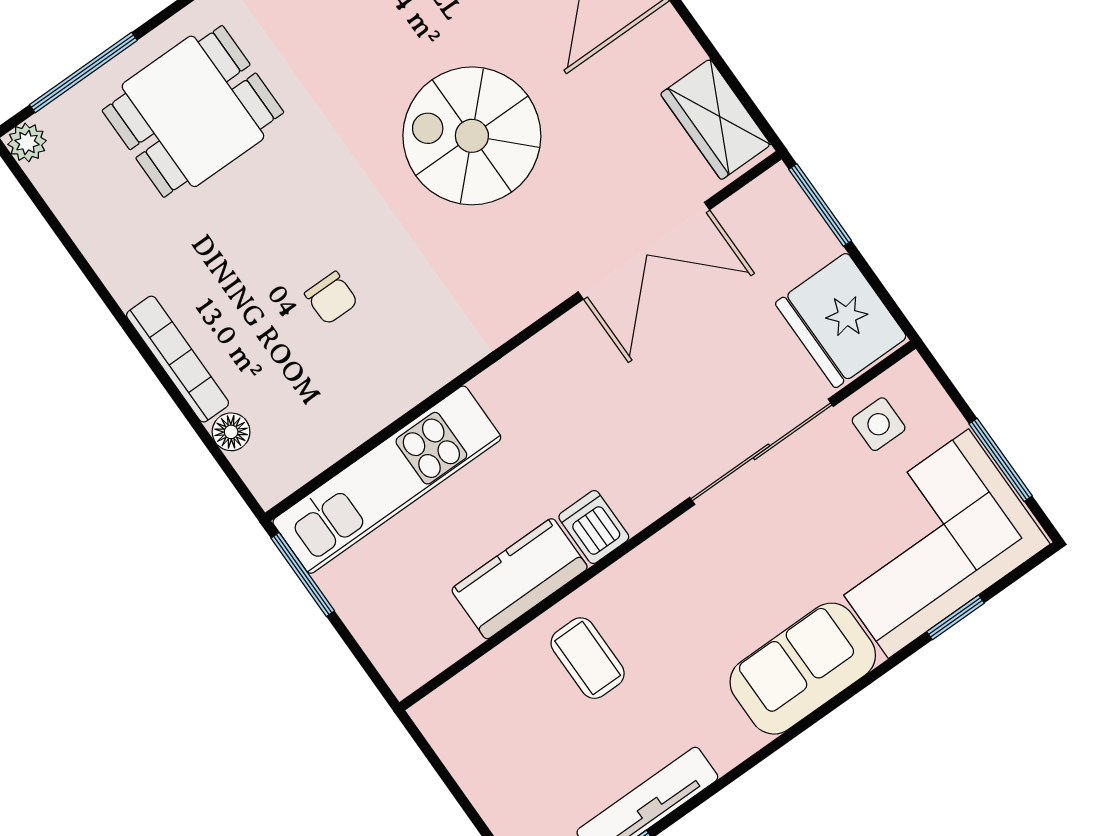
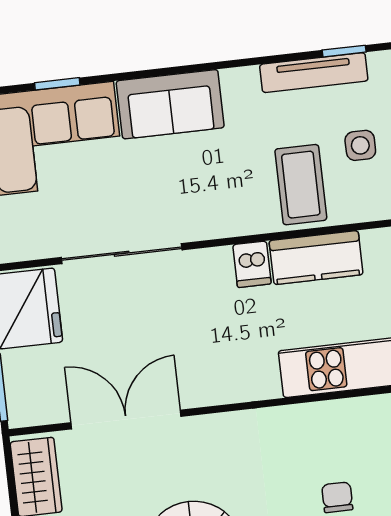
side table: (879, 424) -> (360, 145), moved
coffee table: (588, 658) -> (301, 185), width x1.36, depth x1.30

